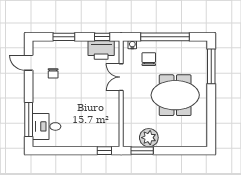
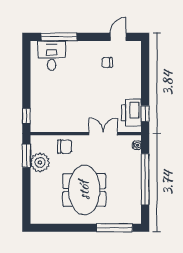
window: (64, 37) -> (145, 74), removed
chair: (149, 59) -> (65, 147), moved

